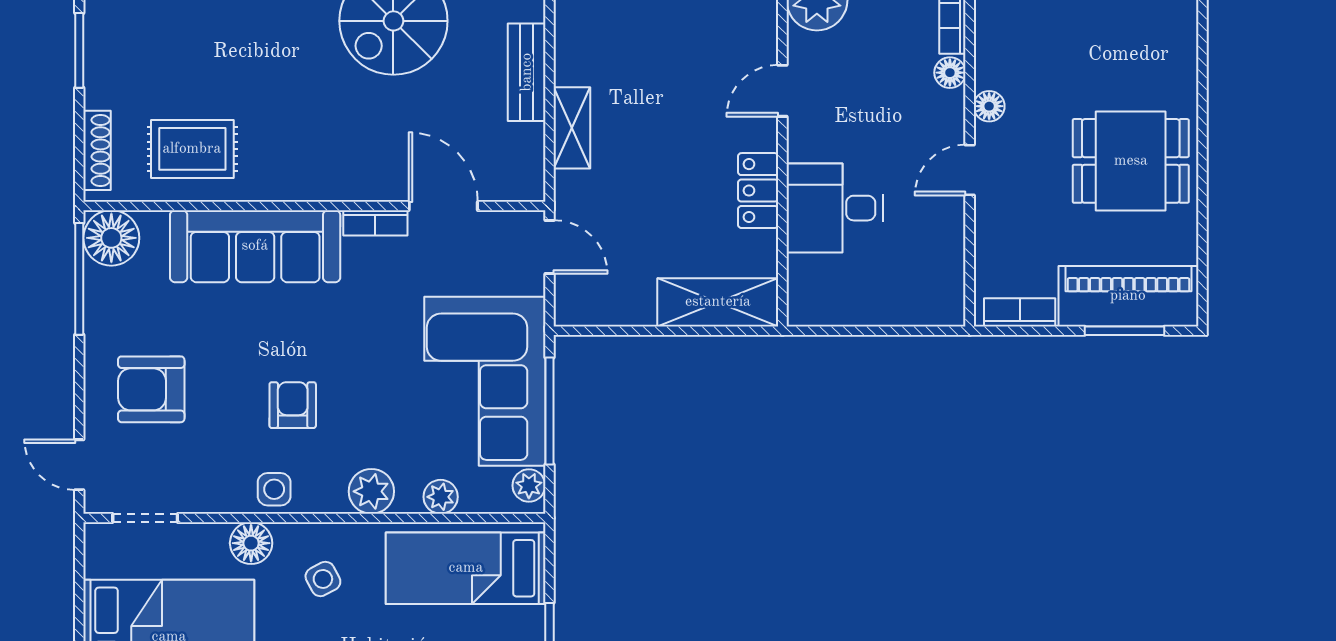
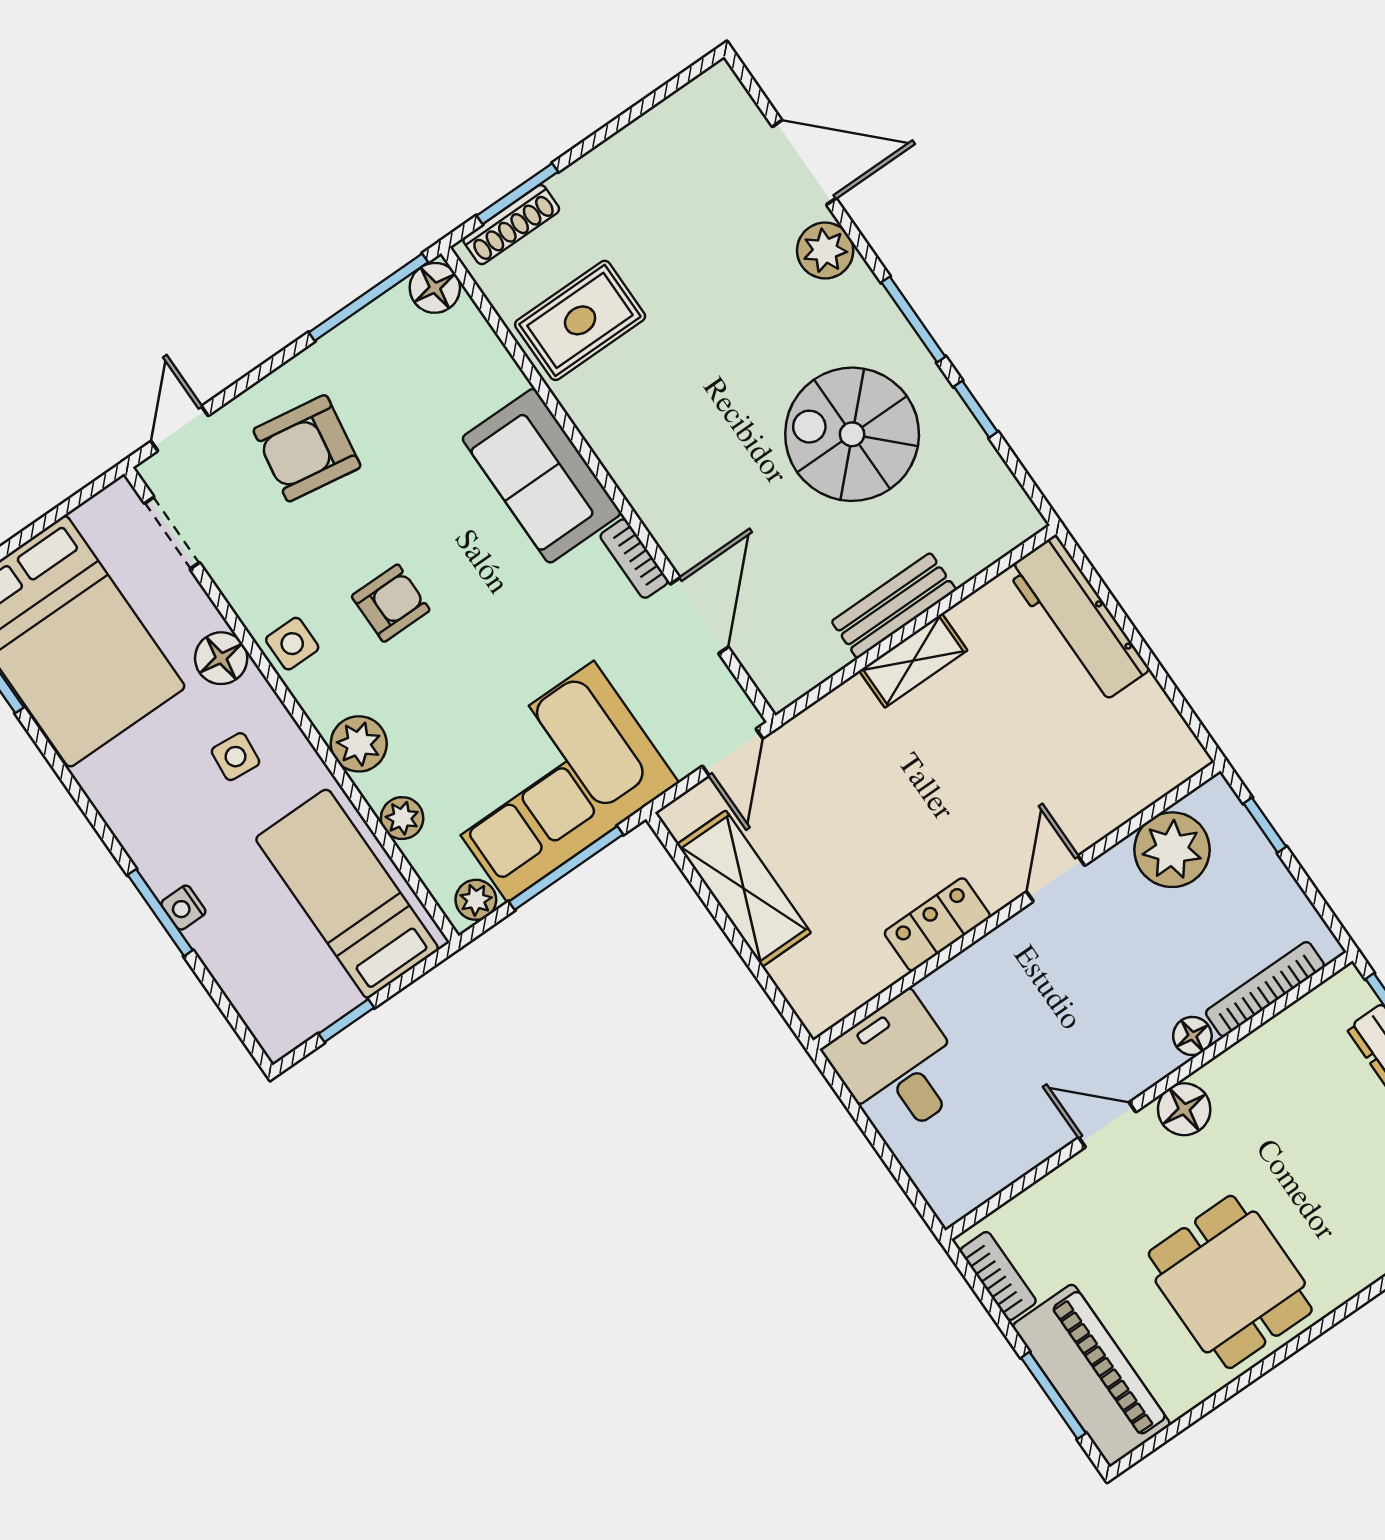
window: (79, 50) -> (517, 194), moved
door: (782, 91) -> (1056, 879), hinge flipped
floor lamp: (989, 106) -> (1184, 1109), width x1.37, depth x1.37
shelving: (572, 128) -> (913, 661), moved
rug: (192, 149) -> (580, 320), turned 90
desk: (835, 208) -> (898, 1067), moved
floor lamp: (111, 238) -> (435, 288), width x0.73, depth x0.73
sofa: (255, 246) -> (542, 476), width x0.73
shelving: (718, 302) -> (744, 889), moved
armchair: (151, 389) -> (307, 448), turned -81
side table: (323, 579) -> (236, 757), turned 33

